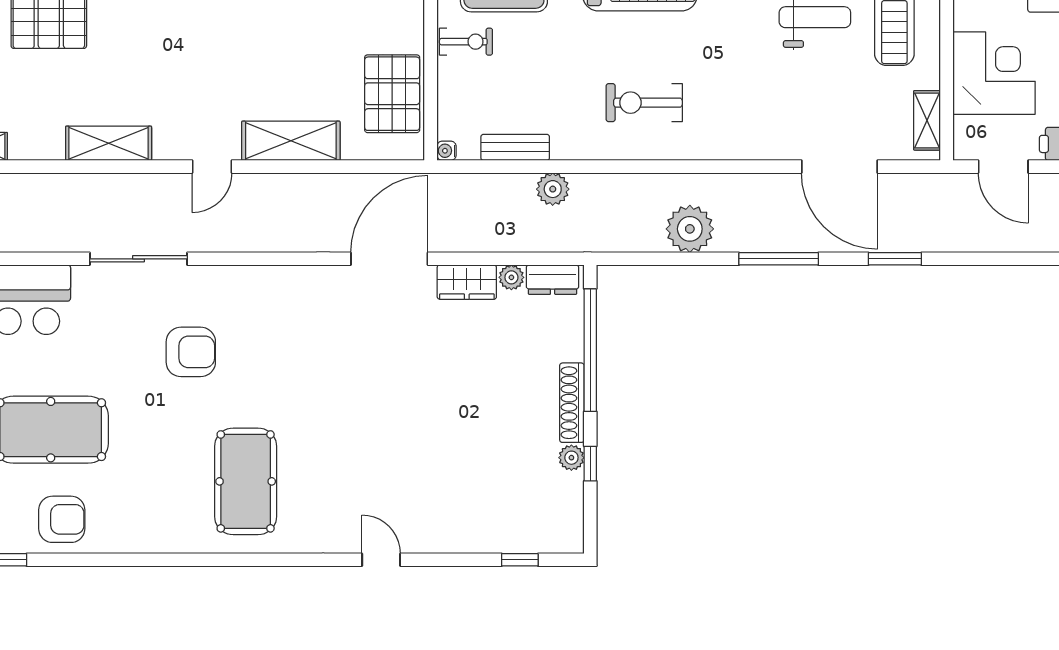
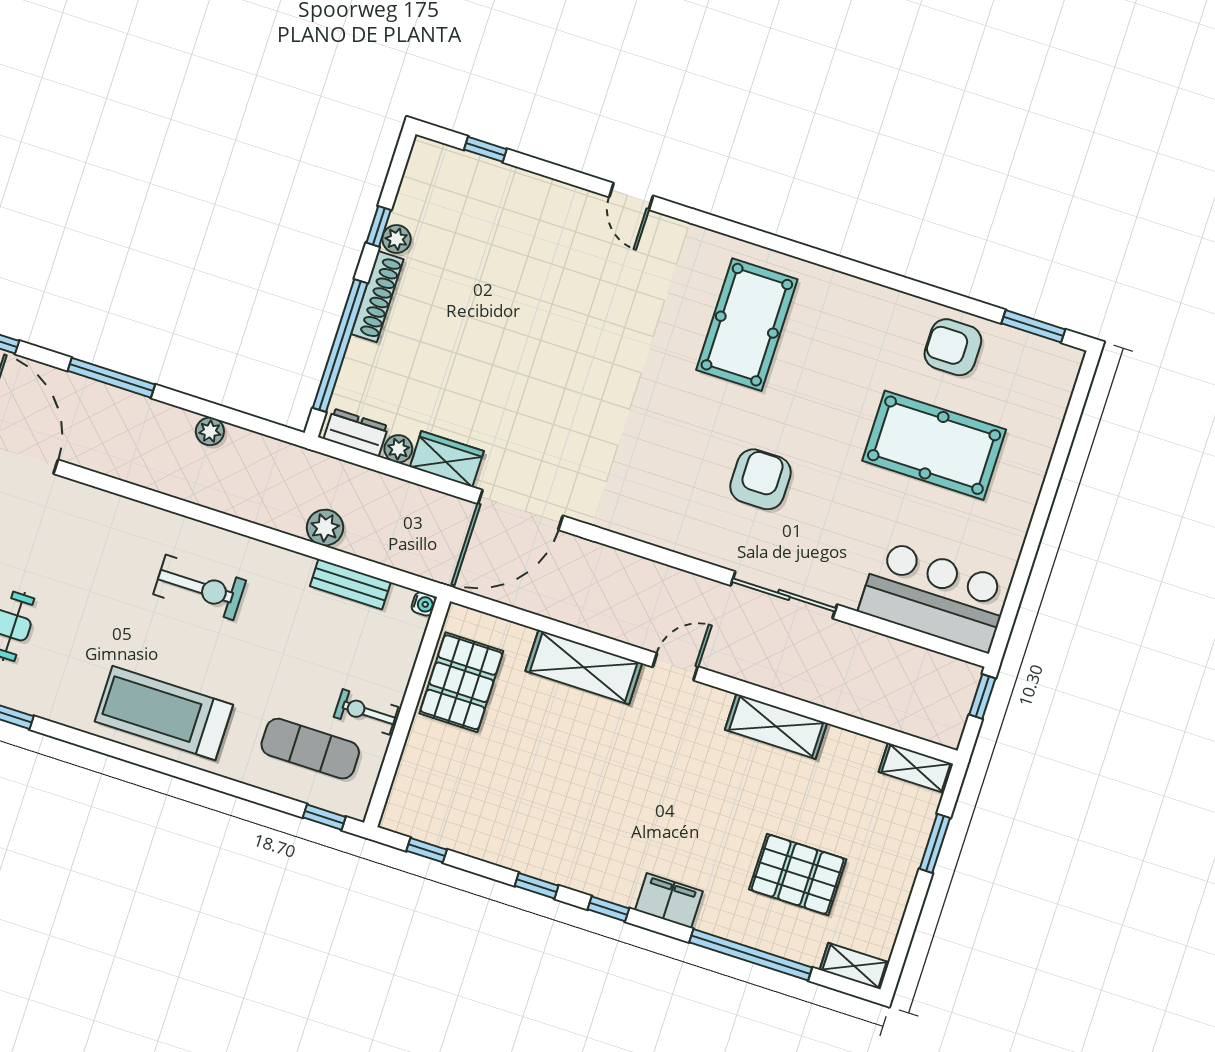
plant: (690, 229) -> (210, 431), width x0.53, depth x0.53
armchair: (191, 352) -> (760, 479), turned 90

